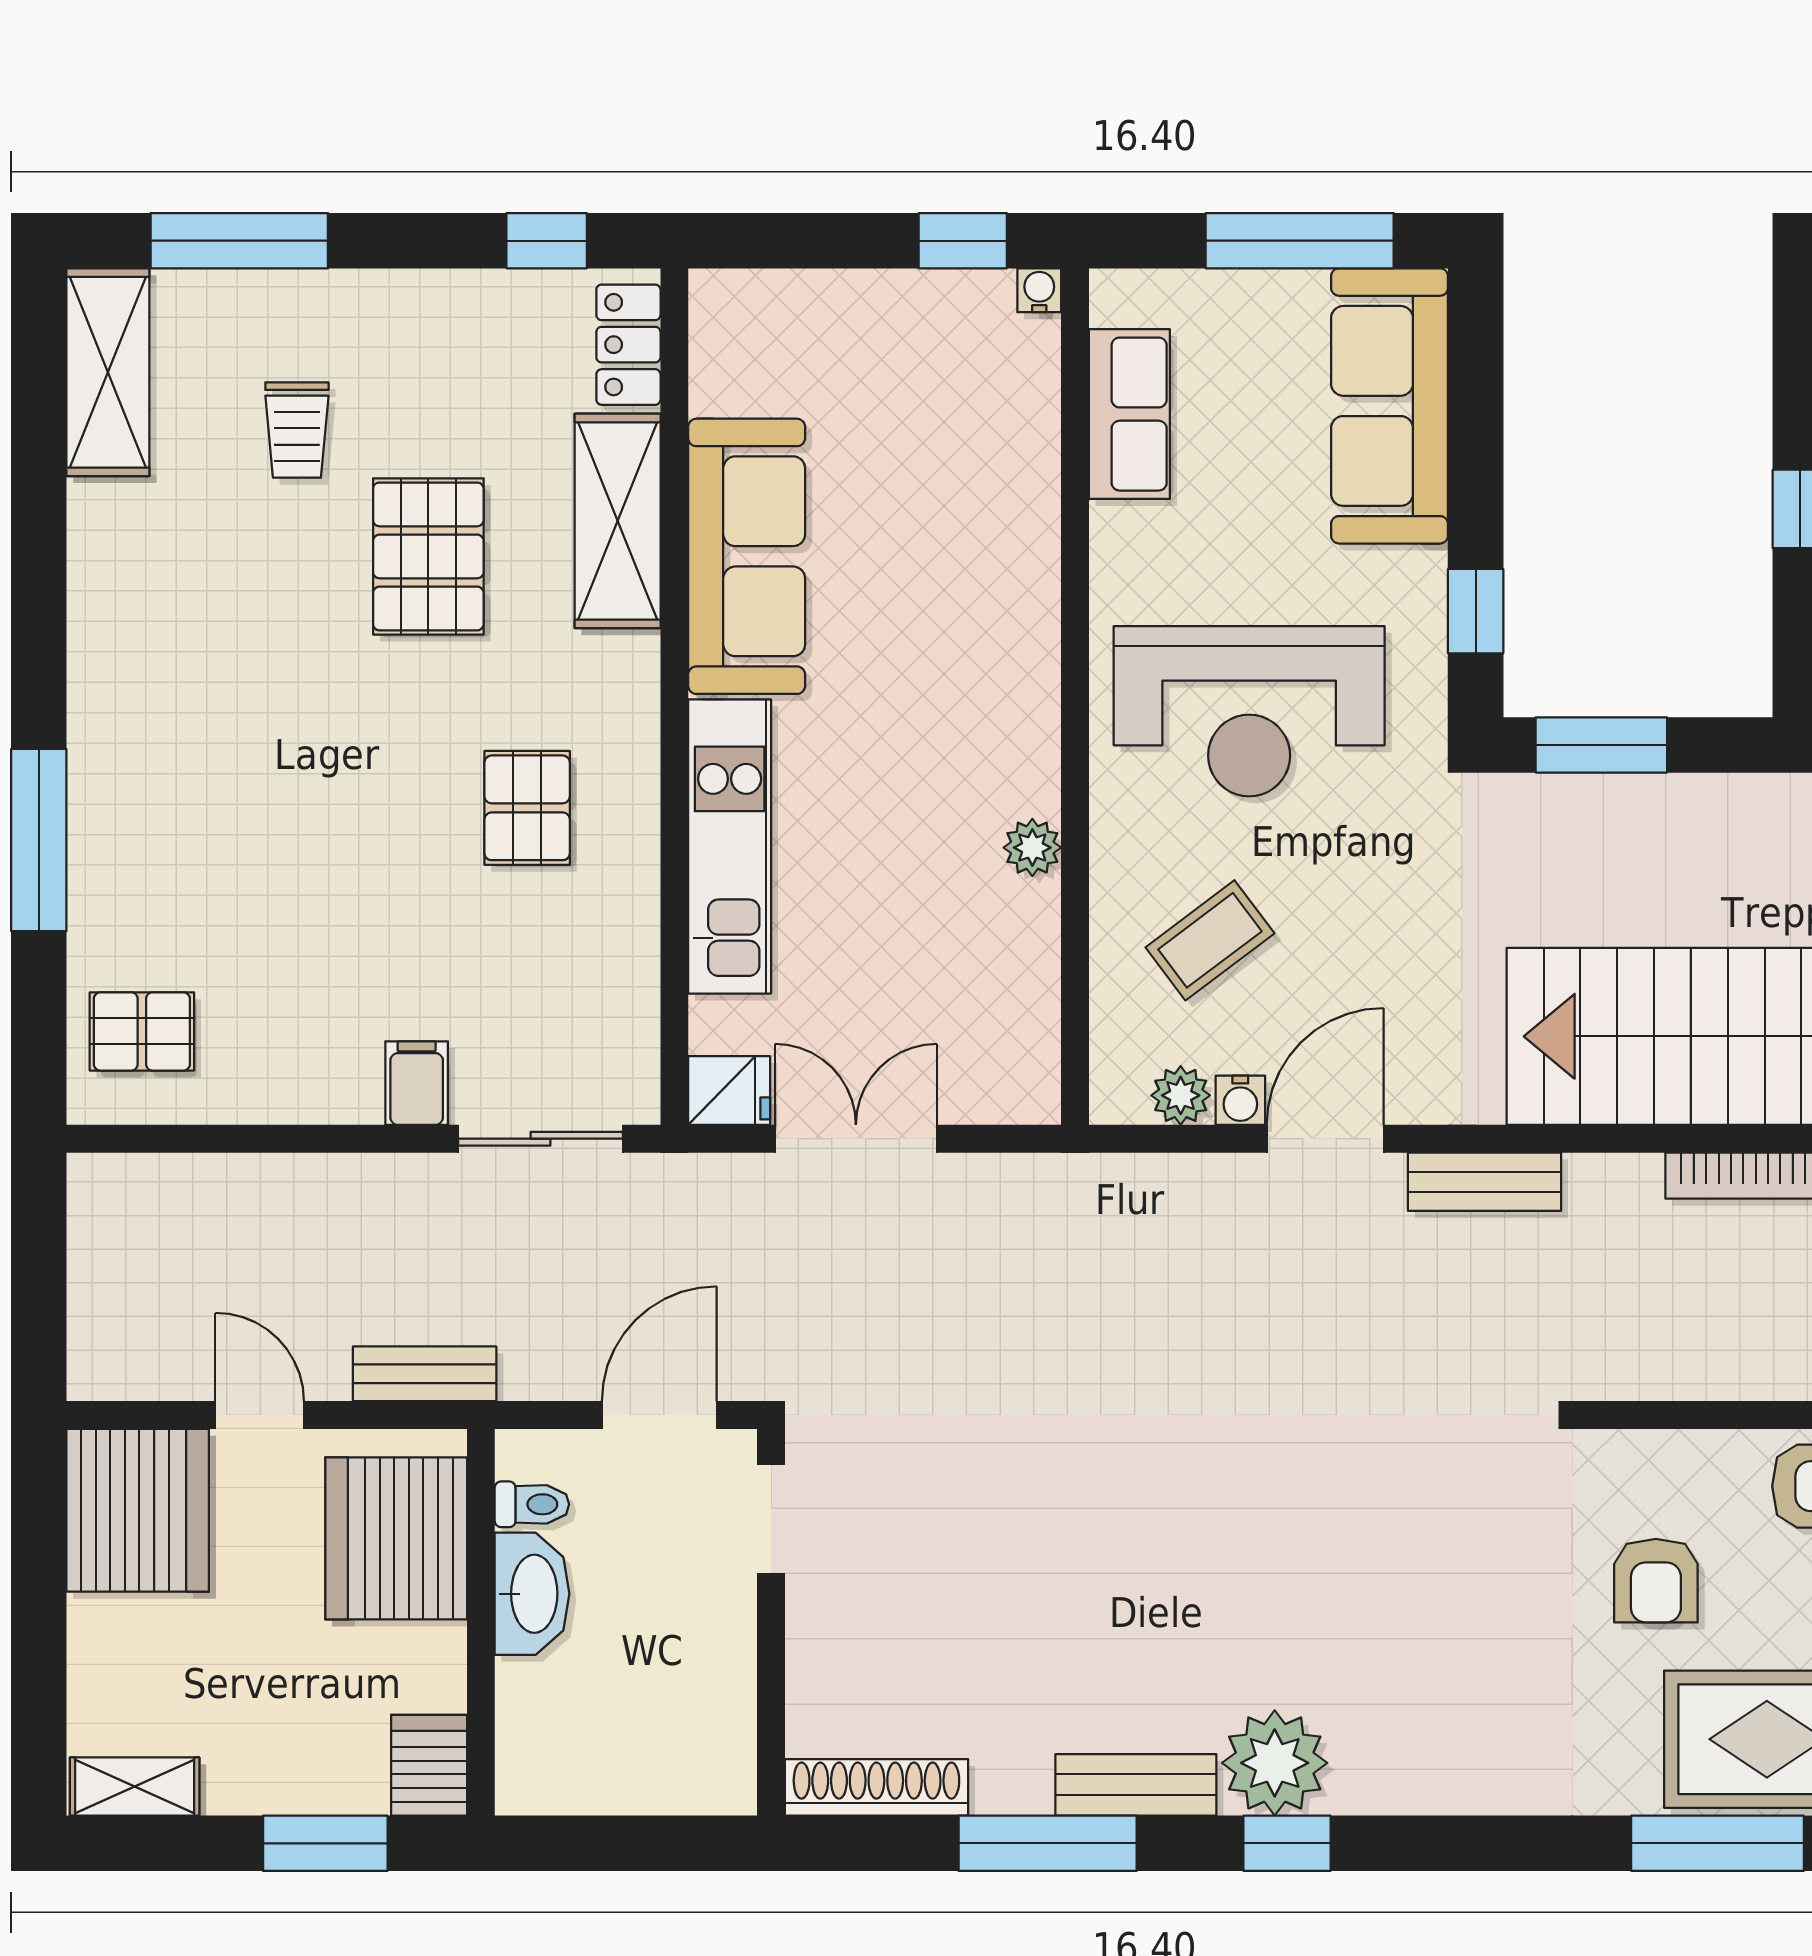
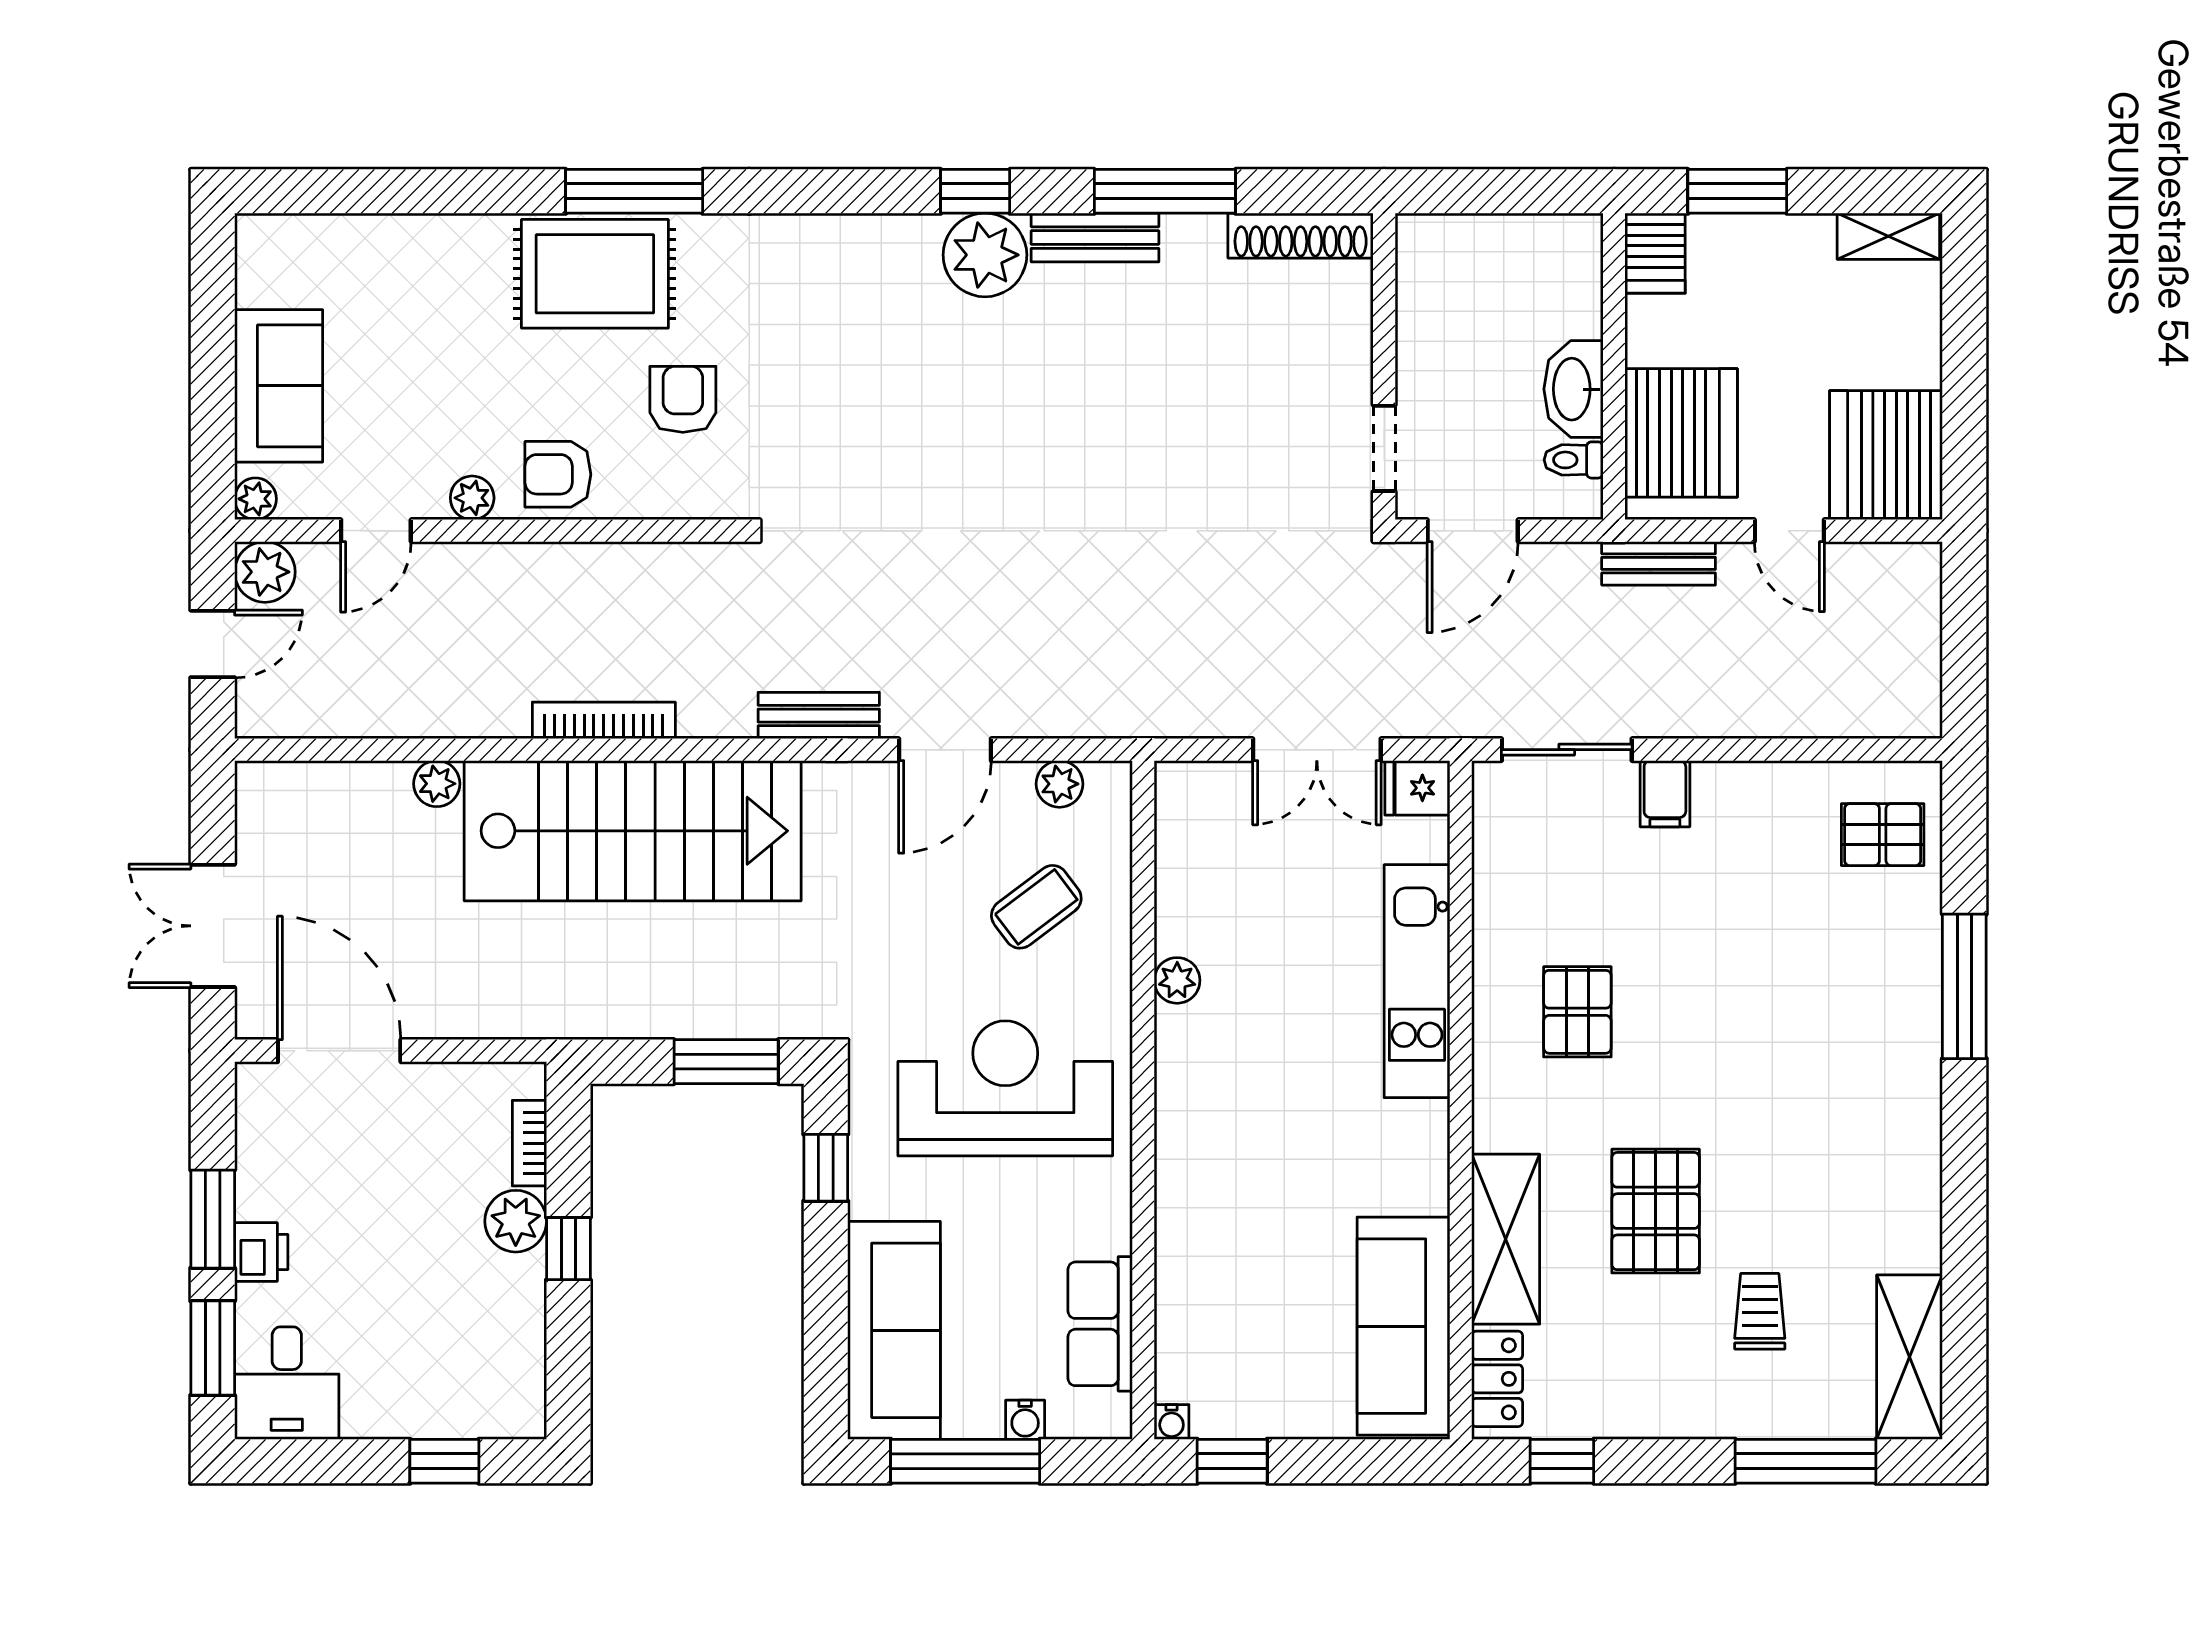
sofa: (747, 556) -> (1403, 1326), moved
water cooler: (1240, 1100) -> (1025, 1420), moved, turned 180

